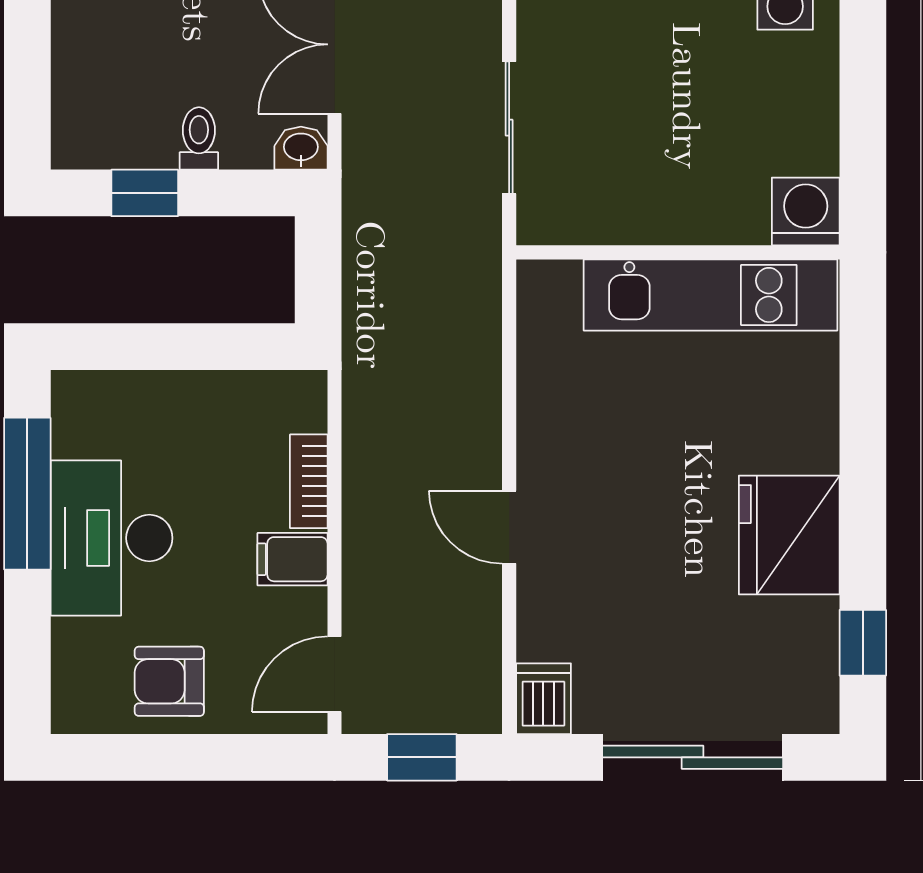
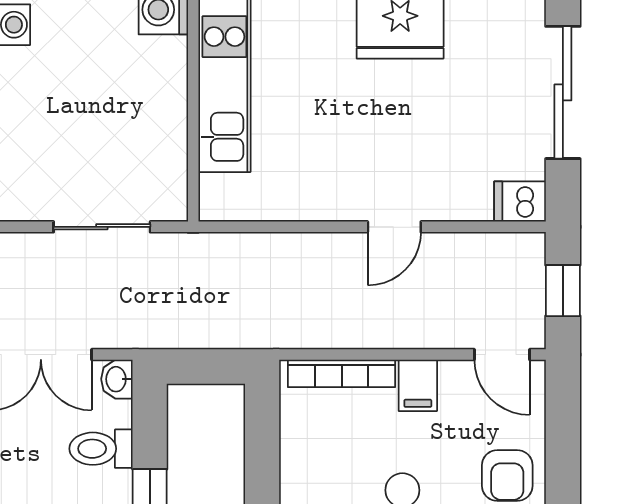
toilet: (199, 138) -> (101, 449), width x1.37, depth x1.39
bookcase: (309, 481) -> (342, 373), width x1.56

